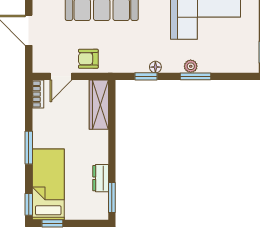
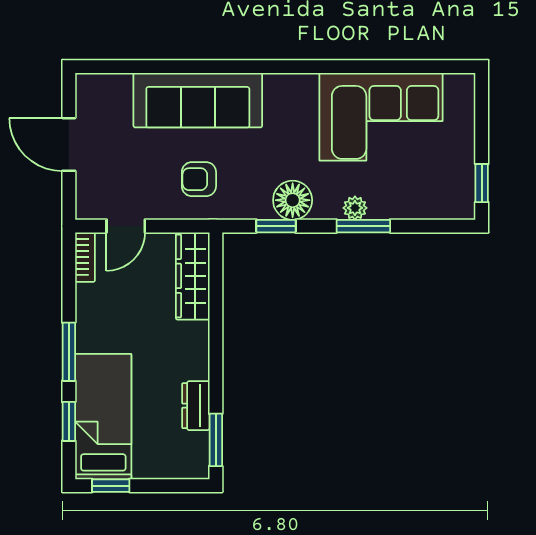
armchair: (88, 59) -> (199, 179), moved
floor lamp: (155, 67) -> (293, 200), width x1.89, depth x1.89
window: (29, 204) -> (69, 421), moved

